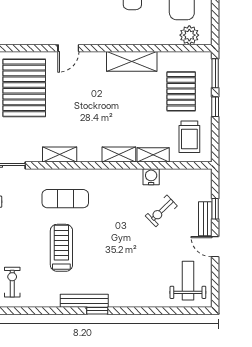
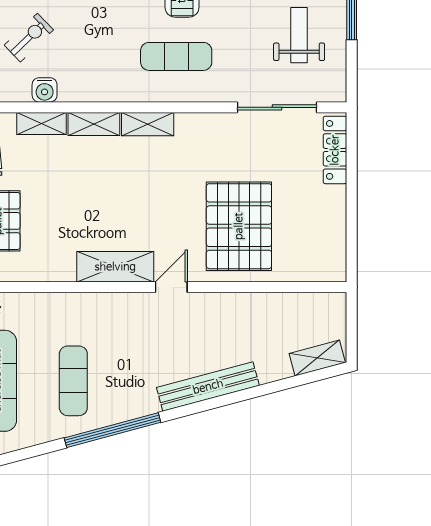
shelving: (132, 61) -> (115, 267), moved
shelving: (60, 154) -> (148, 124), moved

